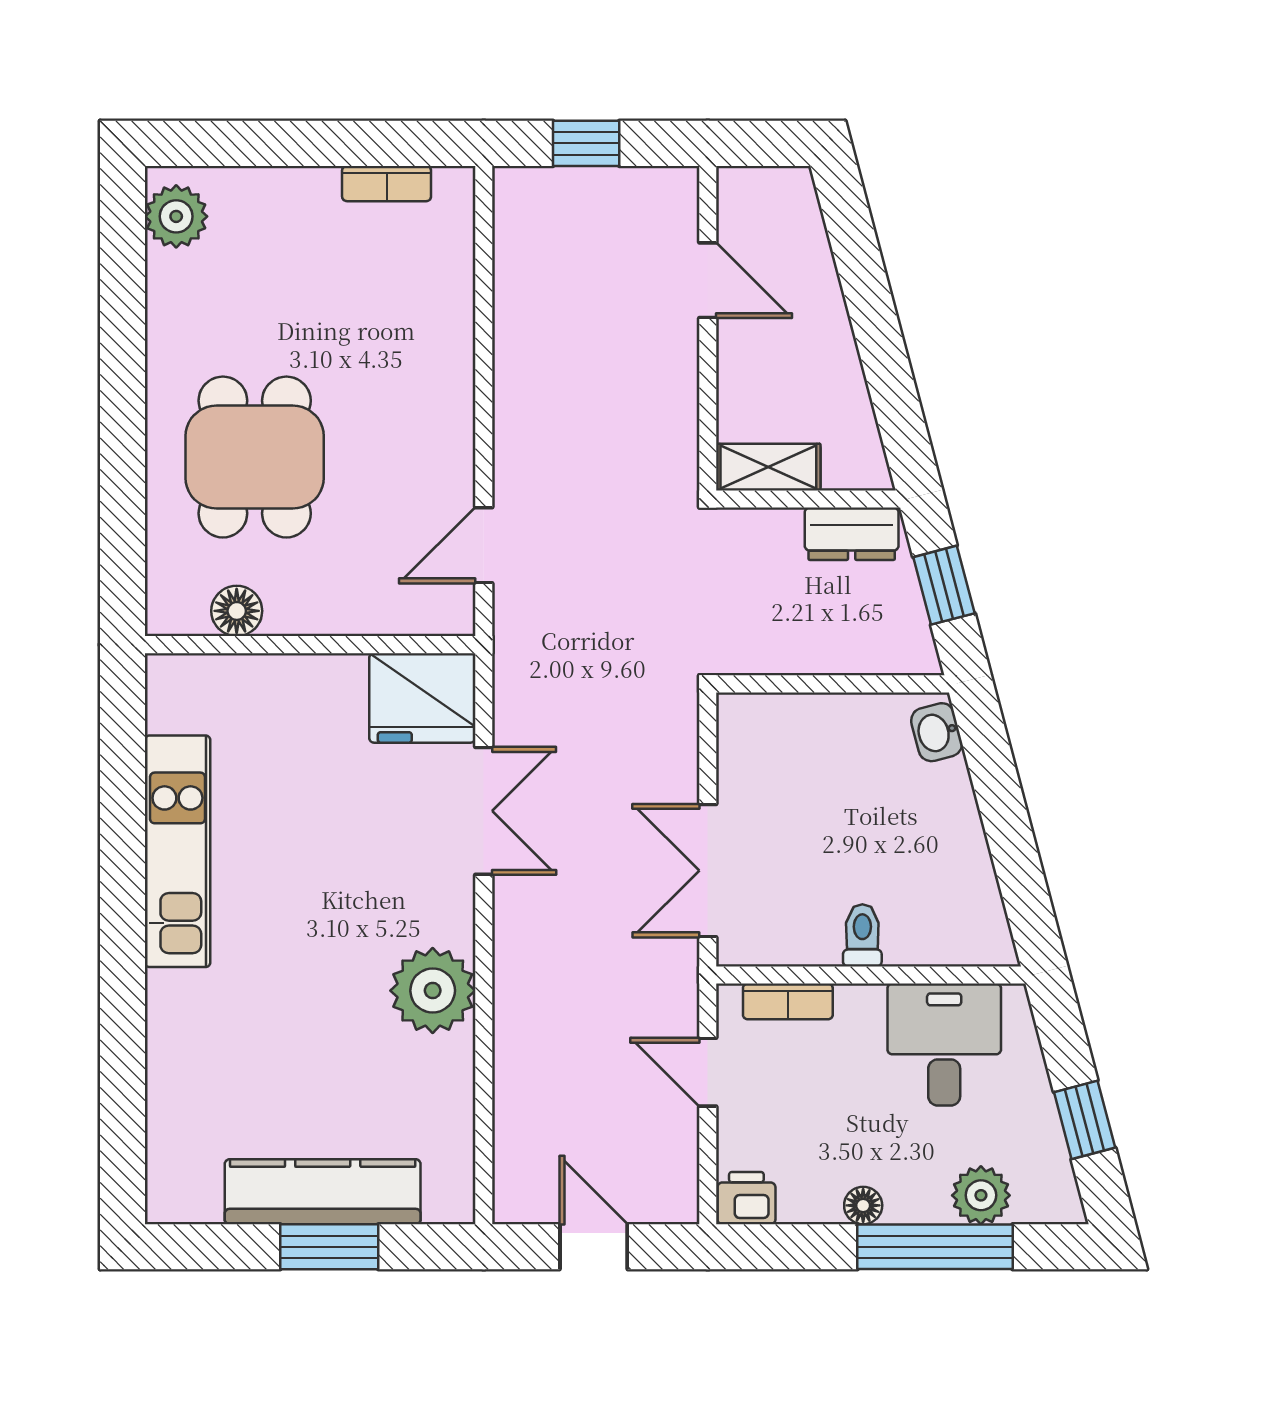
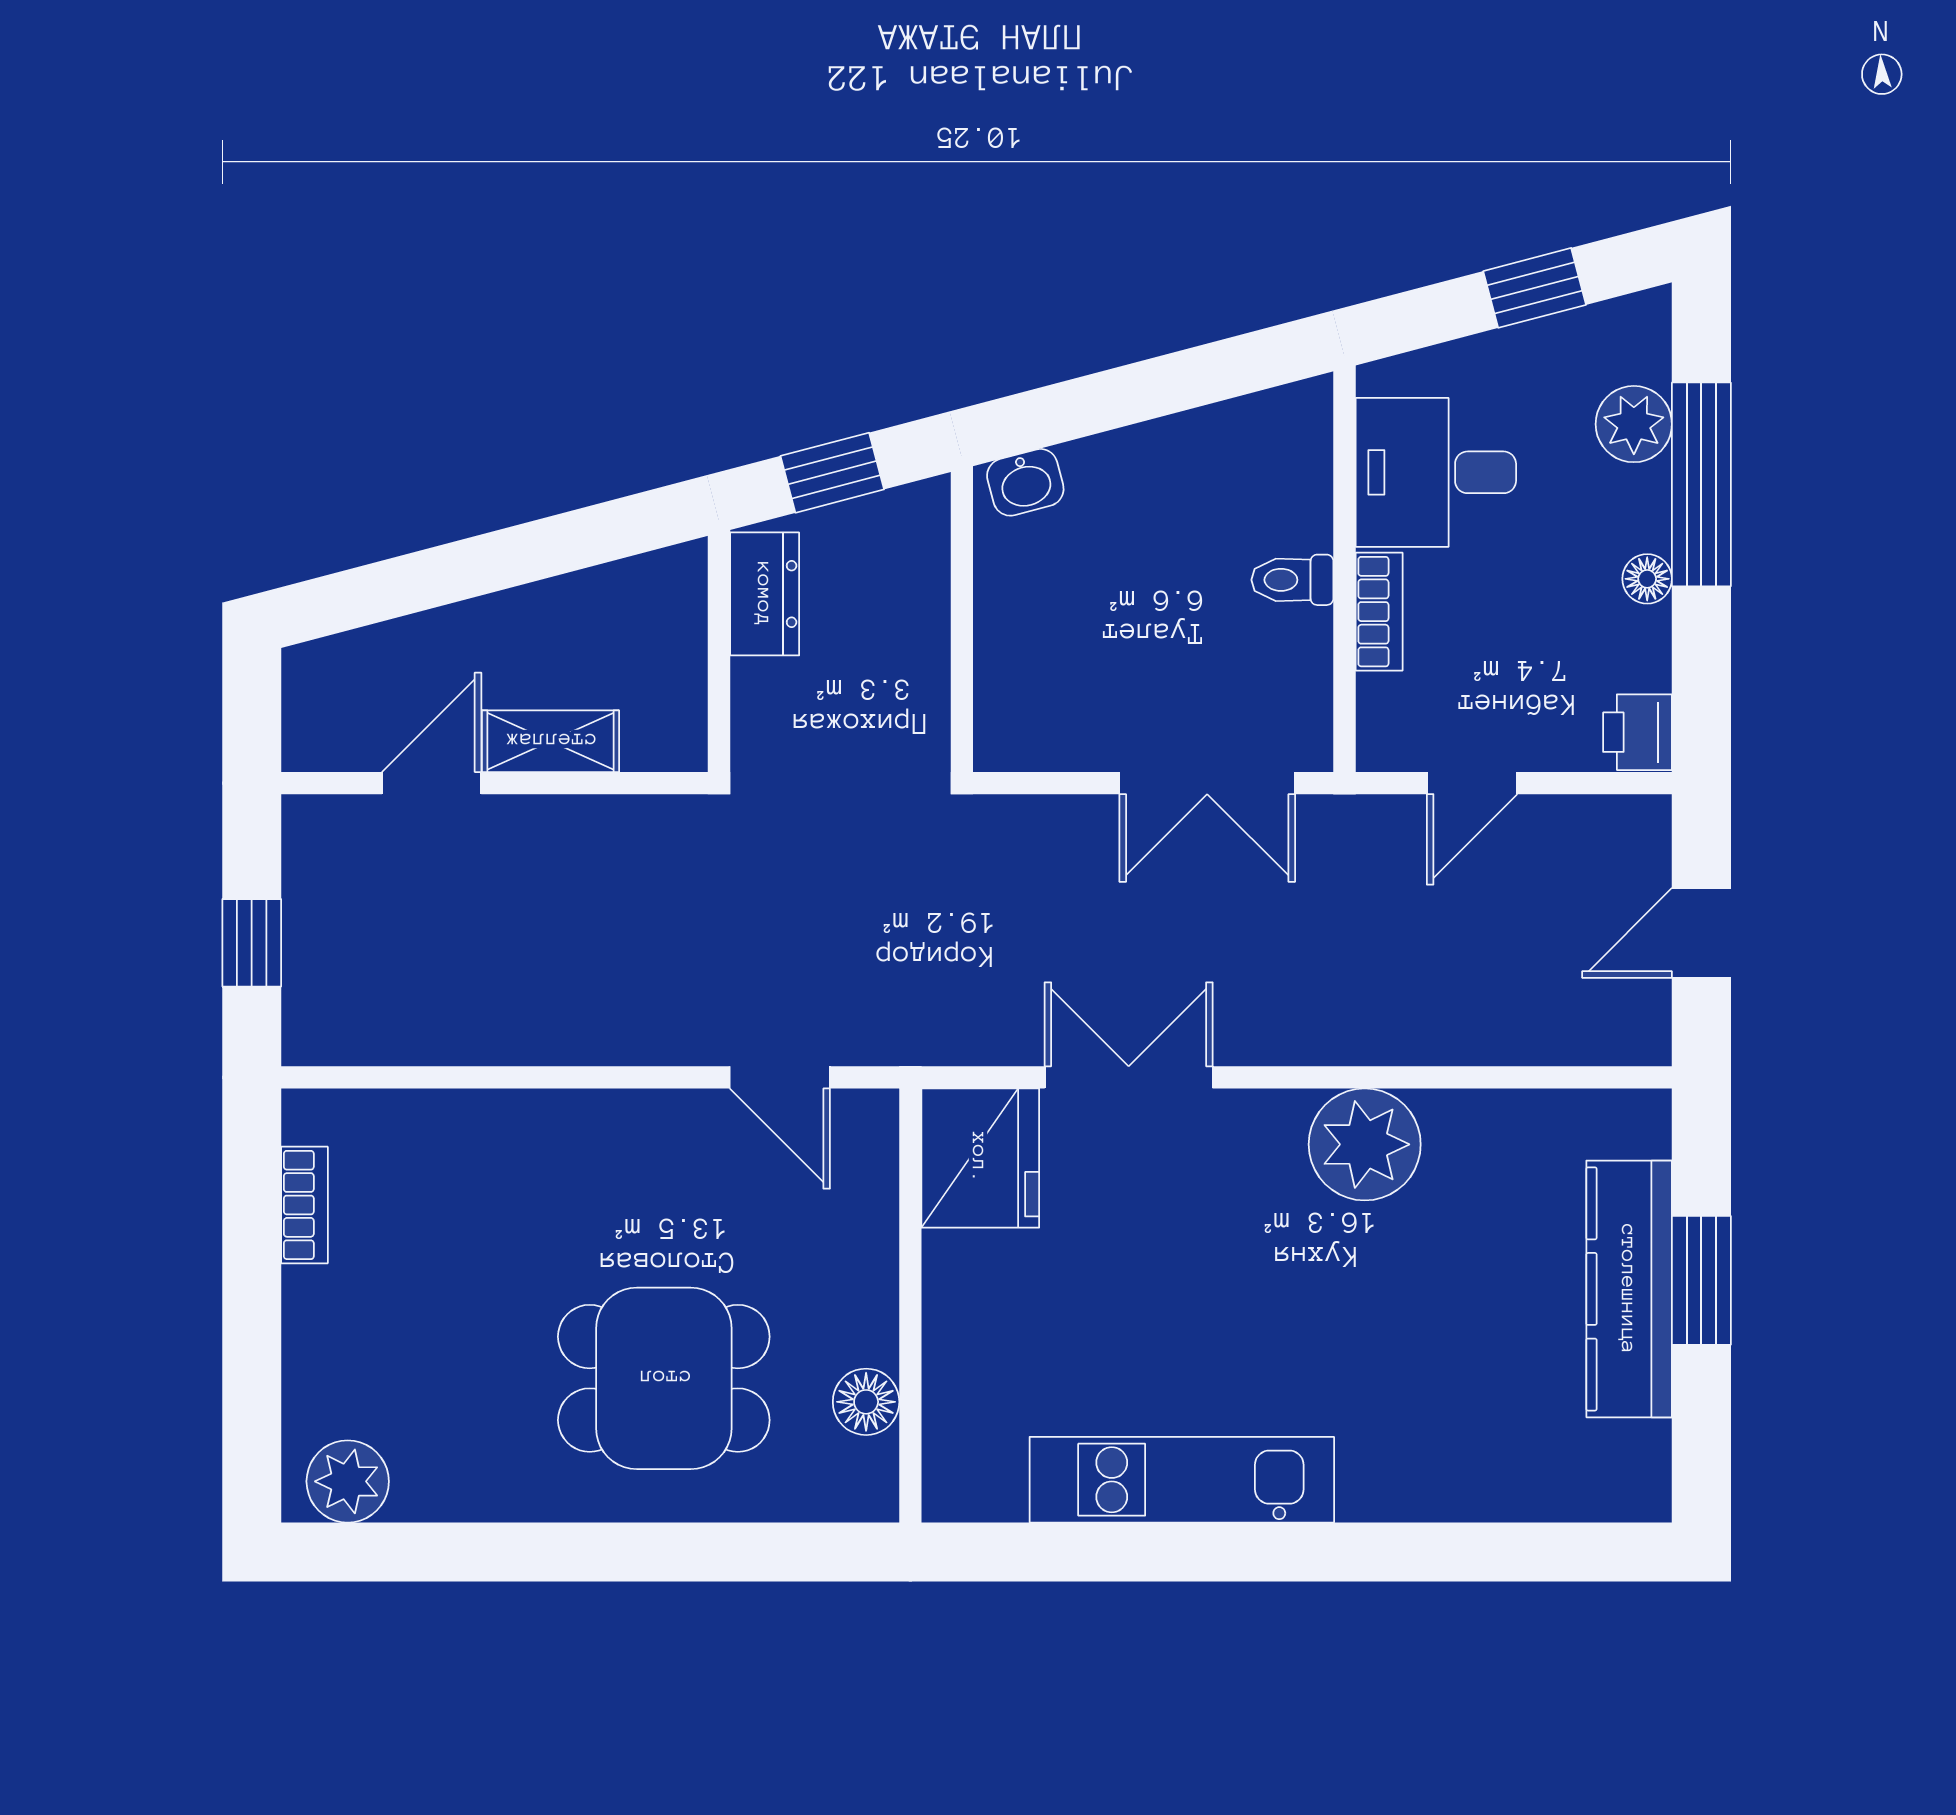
shelving: (768, 467) -> (550, 741), moved, turned 90
bookcase: (788, 1001) -> (1379, 612), moved

